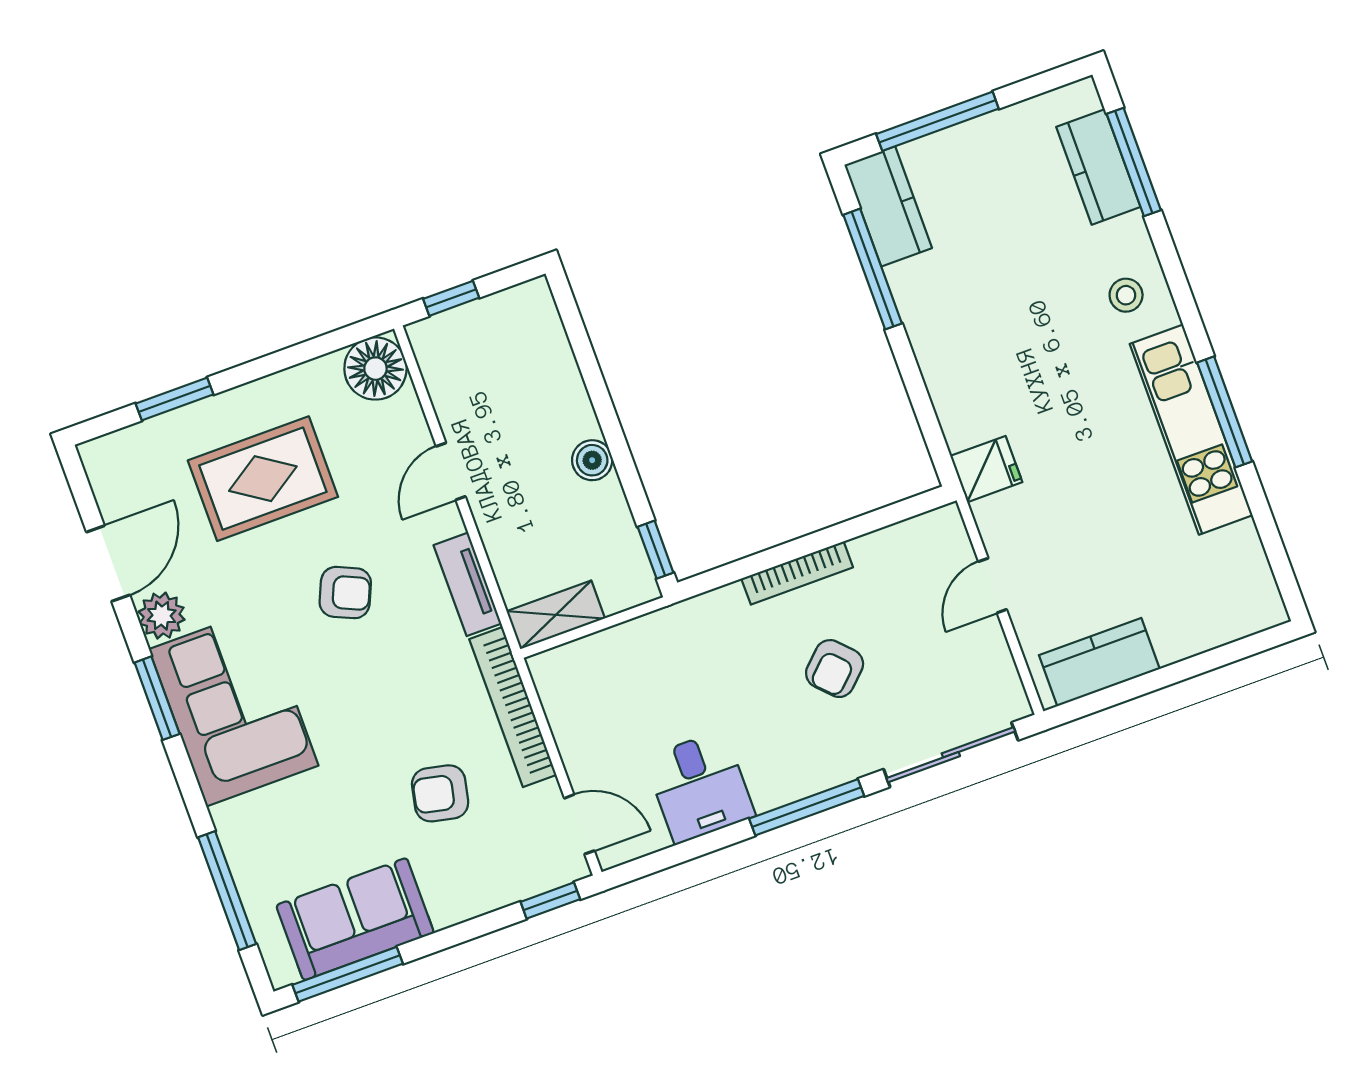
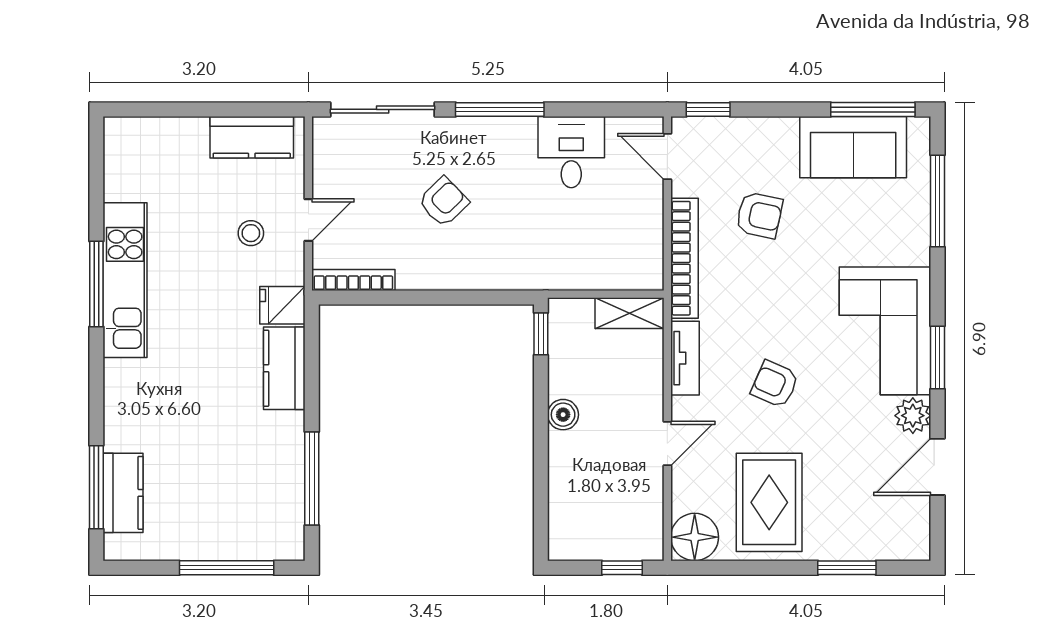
kitchen counter: (888, 206) -> (284, 368), moved
stool: (1126, 295) -> (251, 233), moved
rug: (263, 479) -> (769, 502), moved, turned 90
bookcase: (797, 573) -> (353, 280), moved

